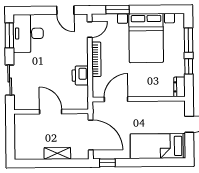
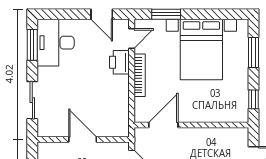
window: (189, 66) -> (254, 99), moved
printer: (80, 75) -> (119, 62), moved
dresser: (179, 87) -> (242, 110), removed

